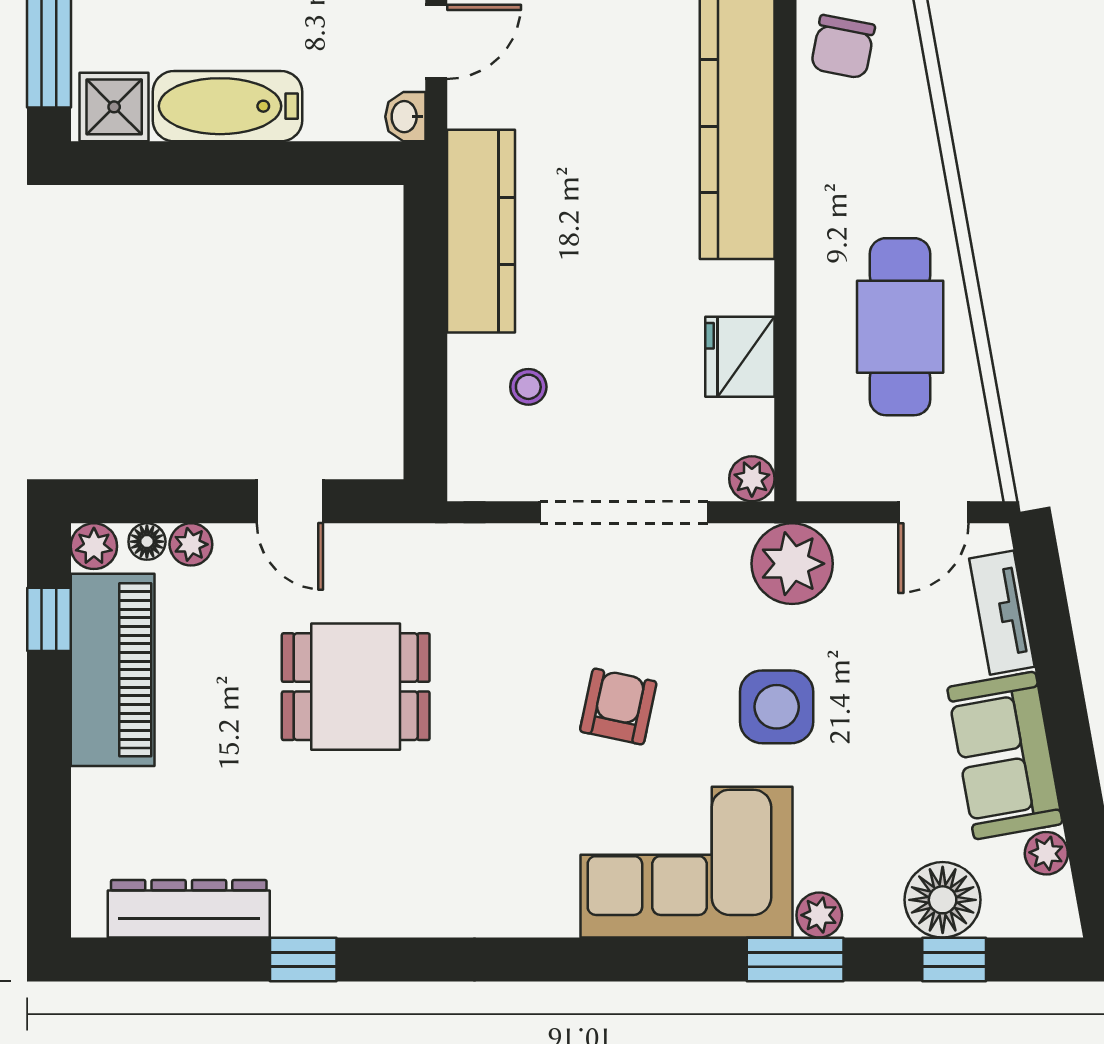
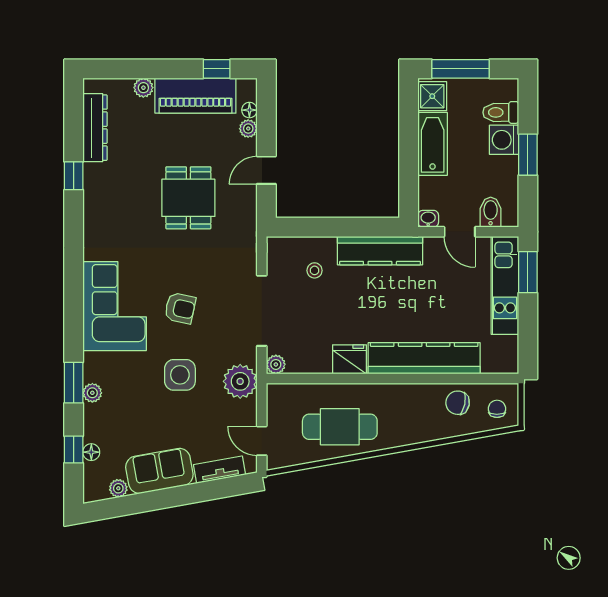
fridge: (740, 357) -> (349, 359), moved
plant: (94, 546) -> (143, 88), moved
corner sofa: (686, 862) -> (115, 306), moved
floor lamp: (943, 900) -> (91, 452), width x0.53, depth x0.53

